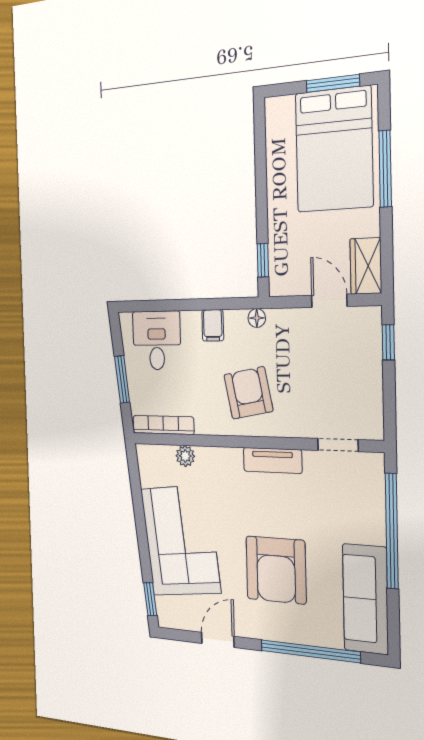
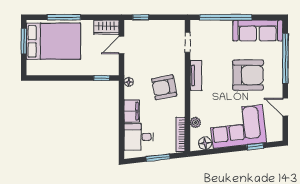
filing cabinet: (213, 325) -> (132, 111), width x2.00
floor lamp: (150, 473) -> (205, 143), added
window: (150, 599) -> (255, 147), moved

